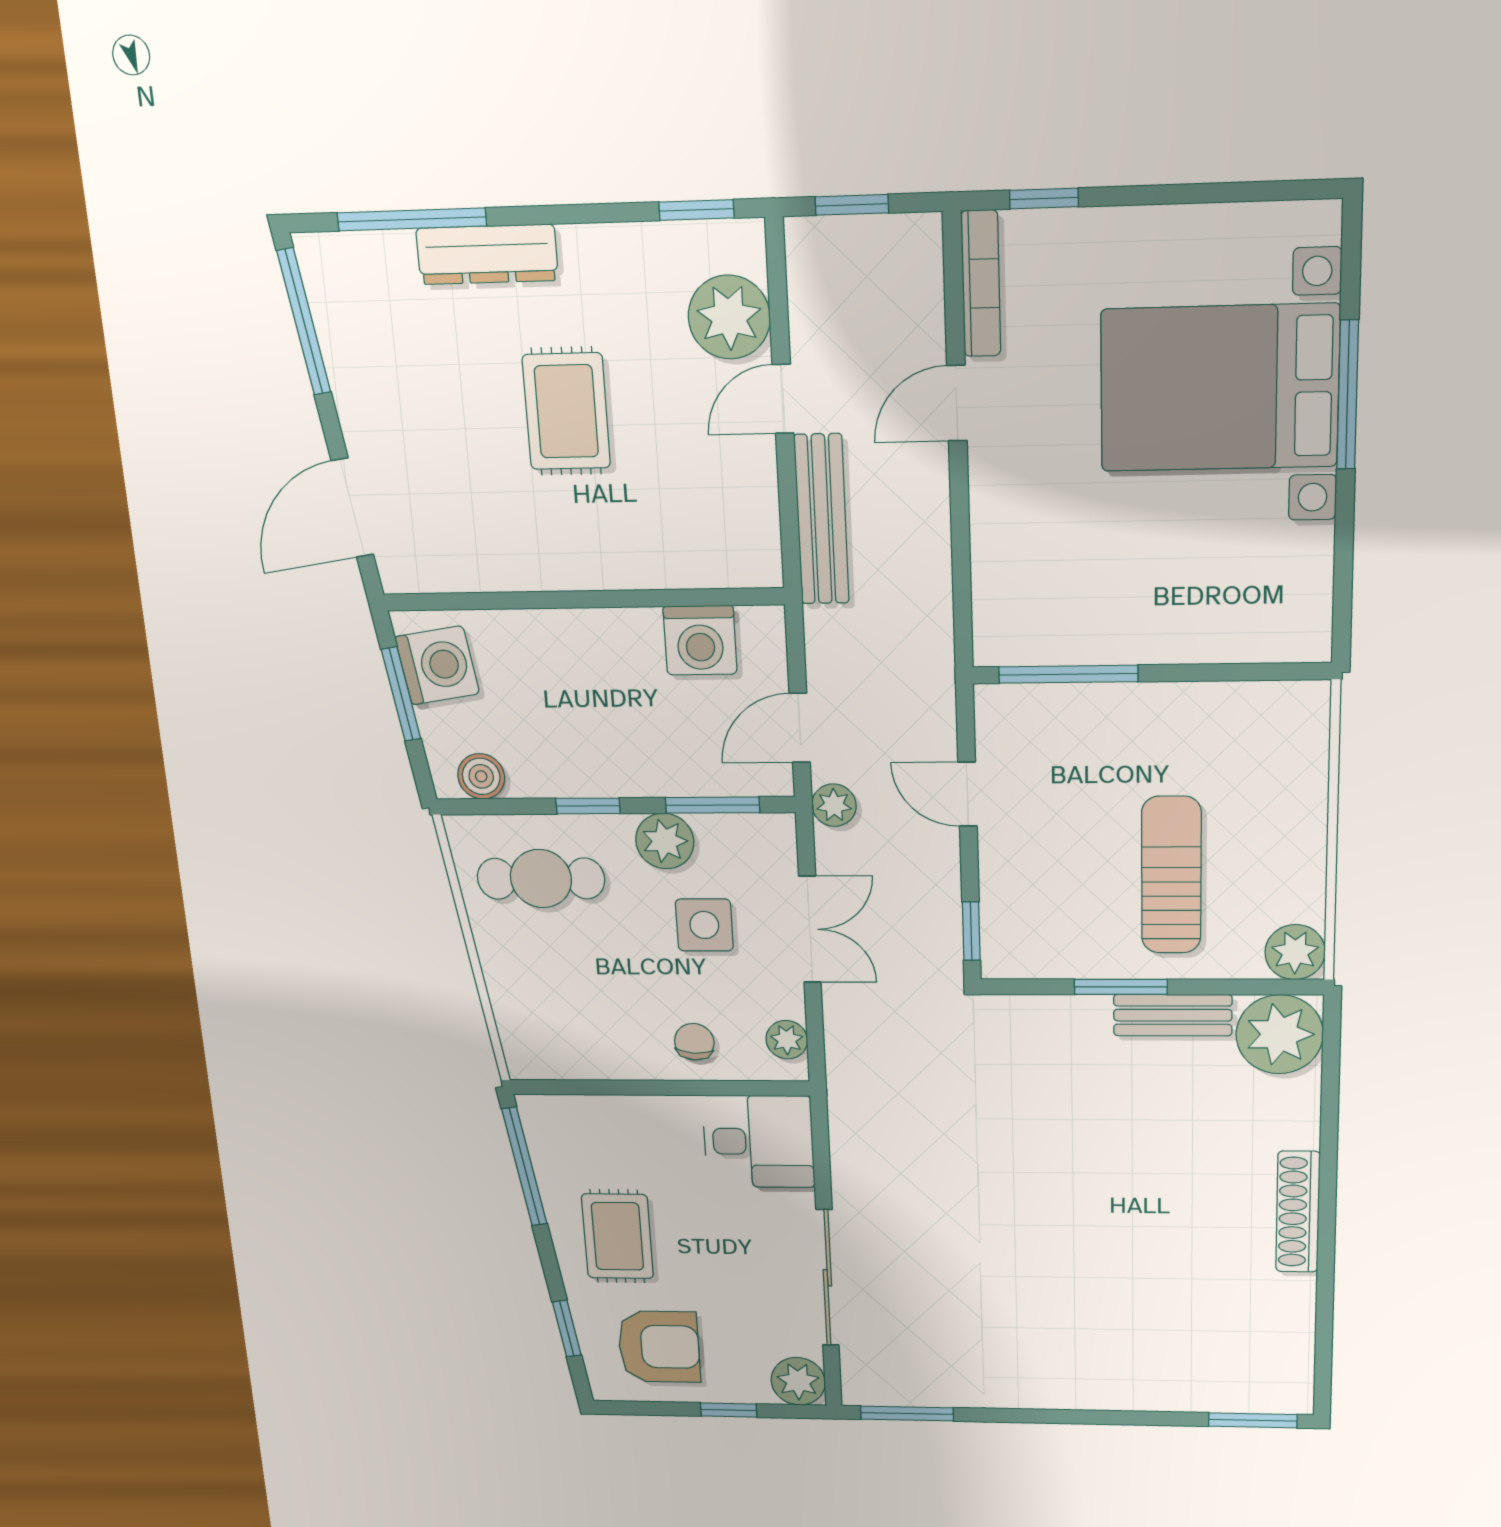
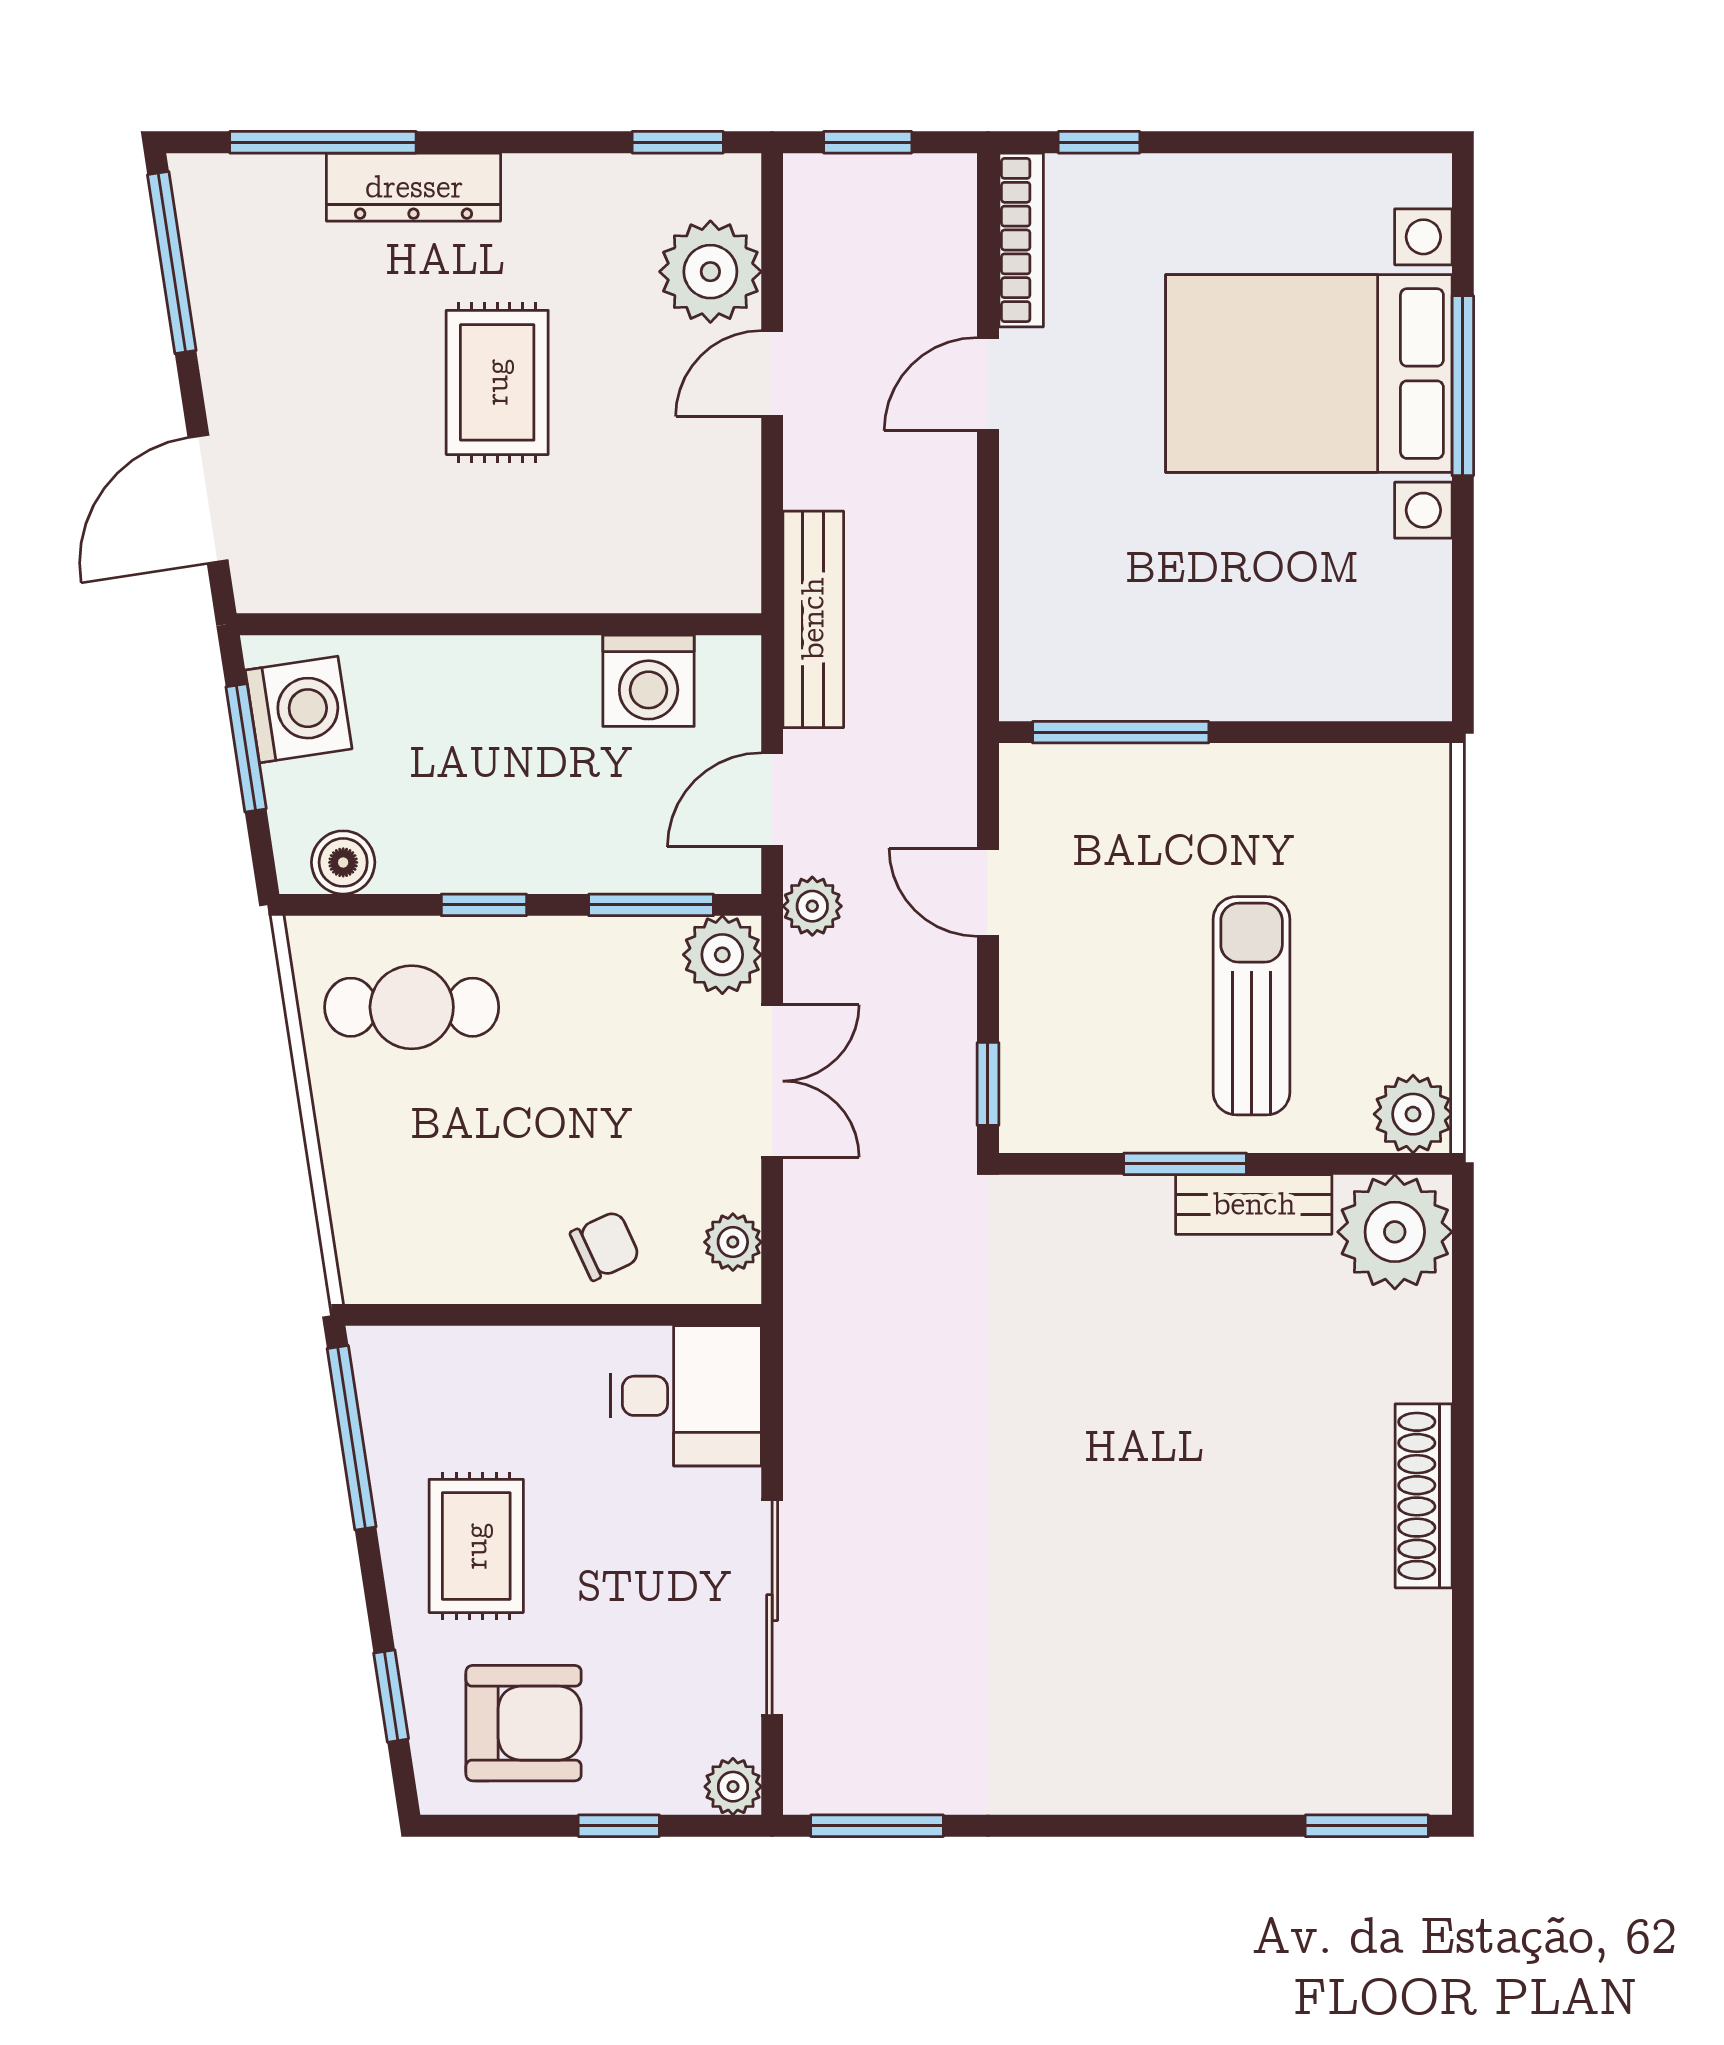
bench: (822, 519) -> (813, 619), moved
plant: (665, 841) -> (722, 955), moved
side table: (704, 925) -> (630, 1074), removed
chair: (694, 1042) -> (605, 1246), turned 61
plant: (798, 1381) -> (733, 1787), width x0.73, depth x0.73

